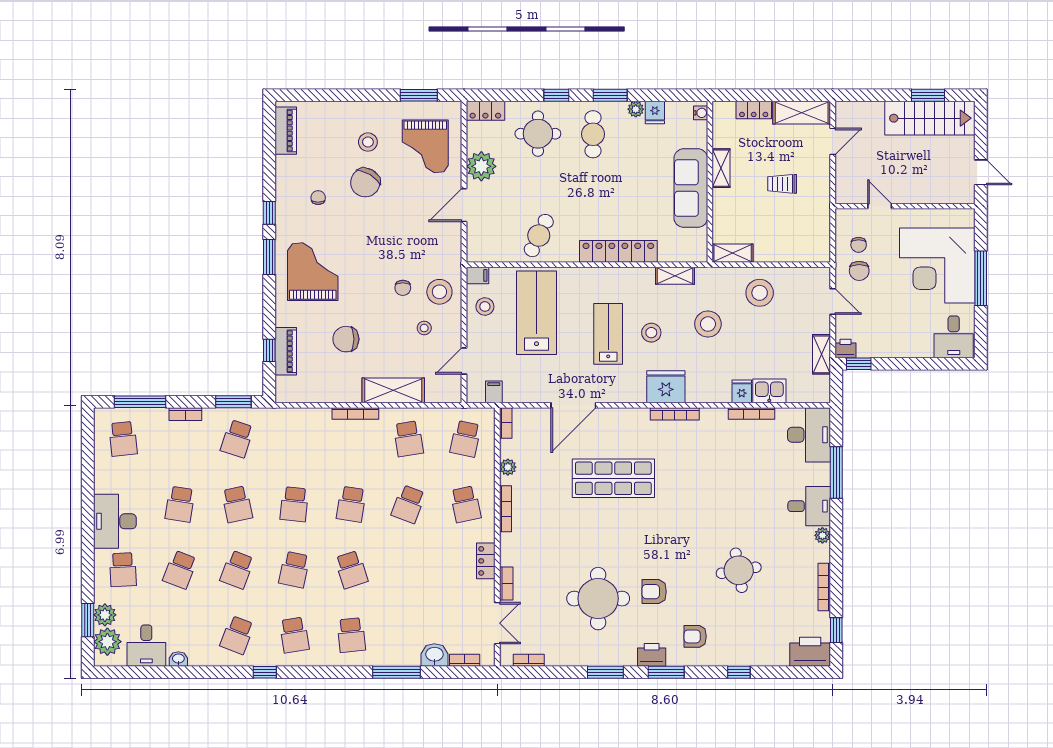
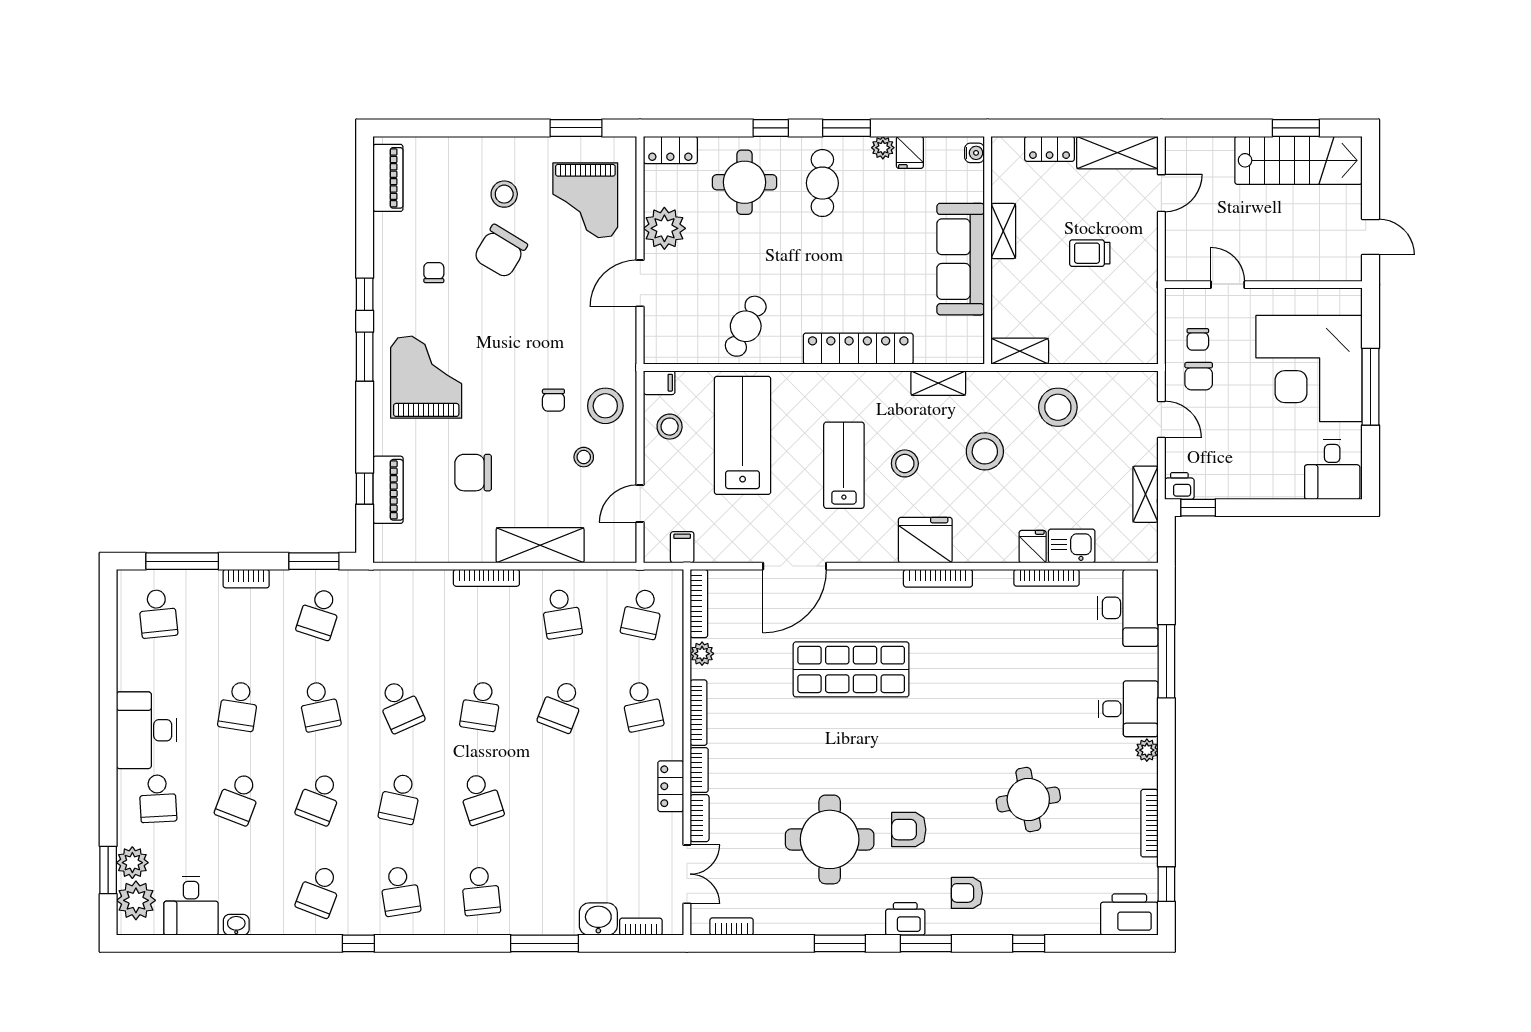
bookcase: (506, 423) -> (699, 604), width x1.56
school desk: (294, 504) -> (400, 706), turned -30
bookcase: (506, 549) -> (699, 770), added

